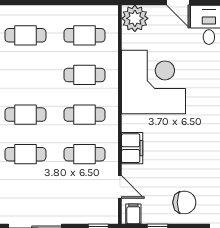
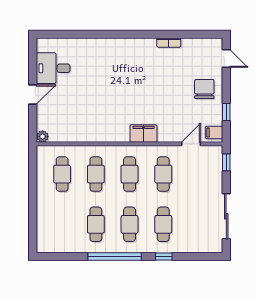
plant: (135, 18) -> (42, 136), width x0.53, depth x0.53
cafe table: (25, 35) -> (96, 224), moved
corner desk: (153, 82) -> (102, 115), removed
filing cabinet: (132, 148) -> (143, 134), moved

